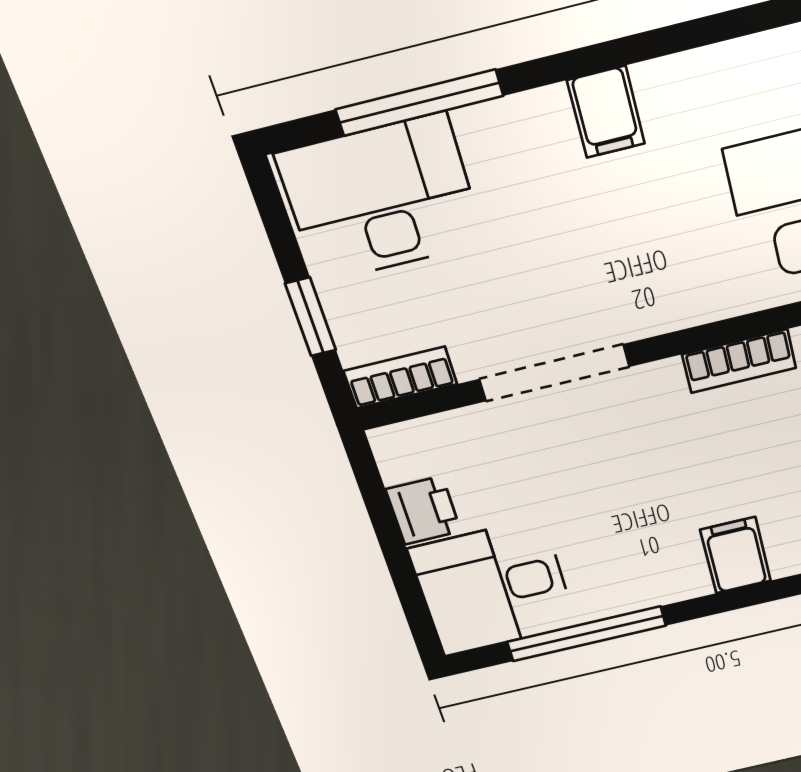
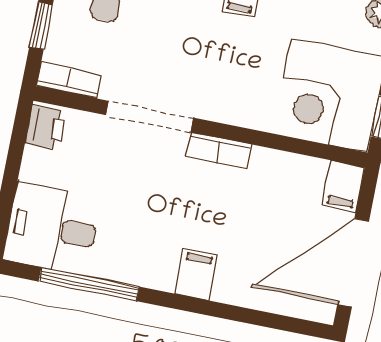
bookcase: (739, 361) -> (219, 151), moved
printer: (423, 510) -> (46, 127), moved

